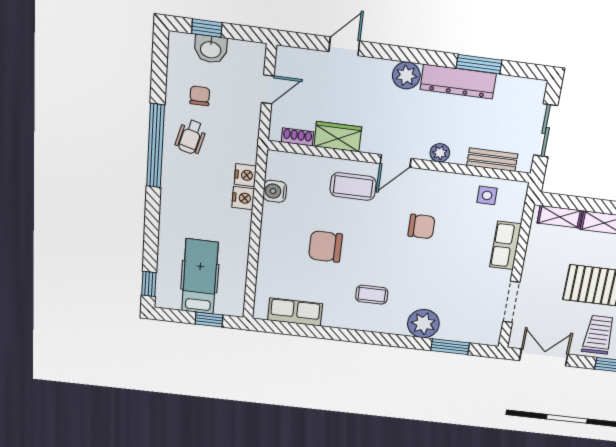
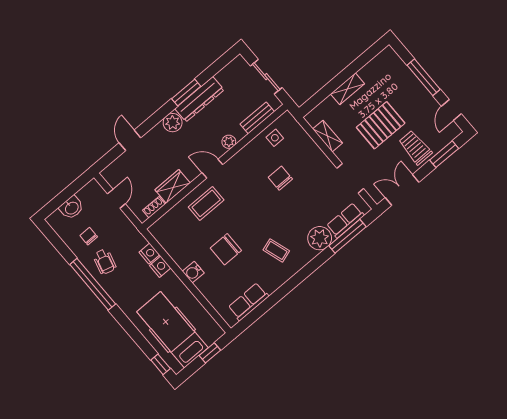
window: (207, 28) -> (60, 200), removed
window: (479, 64) -> (186, 92), moved
door: (396, 161) -> (212, 169), swing flipped
water cooler: (275, 191) -> (193, 272), moved
shelving: (560, 217) -> (328, 136), moved, turned 90
chair: (421, 226) -> (280, 178), moved, turned -90
row of seats: (505, 245) -> (345, 220), moved, turned 90
hospital bed: (200, 277) -> (172, 330), width x1.37, depth x1.29
coffee table: (372, 295) -> (276, 250), turned 72
window: (450, 347) -> (347, 236), width x1.44

